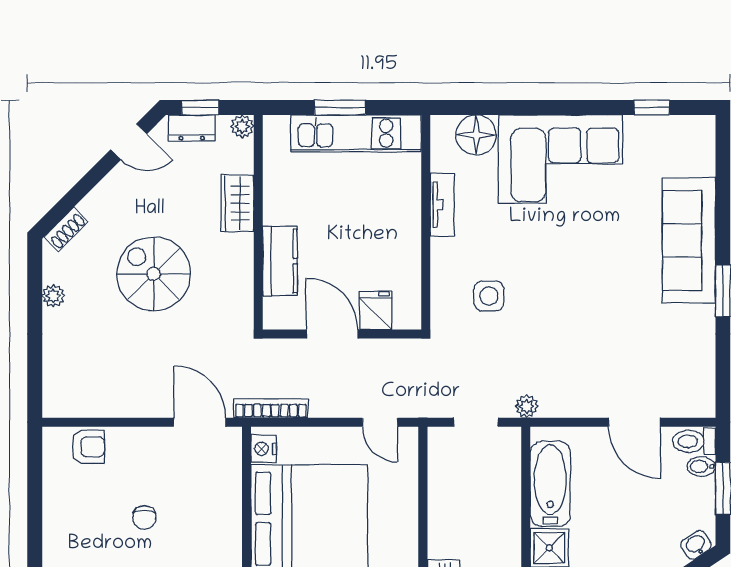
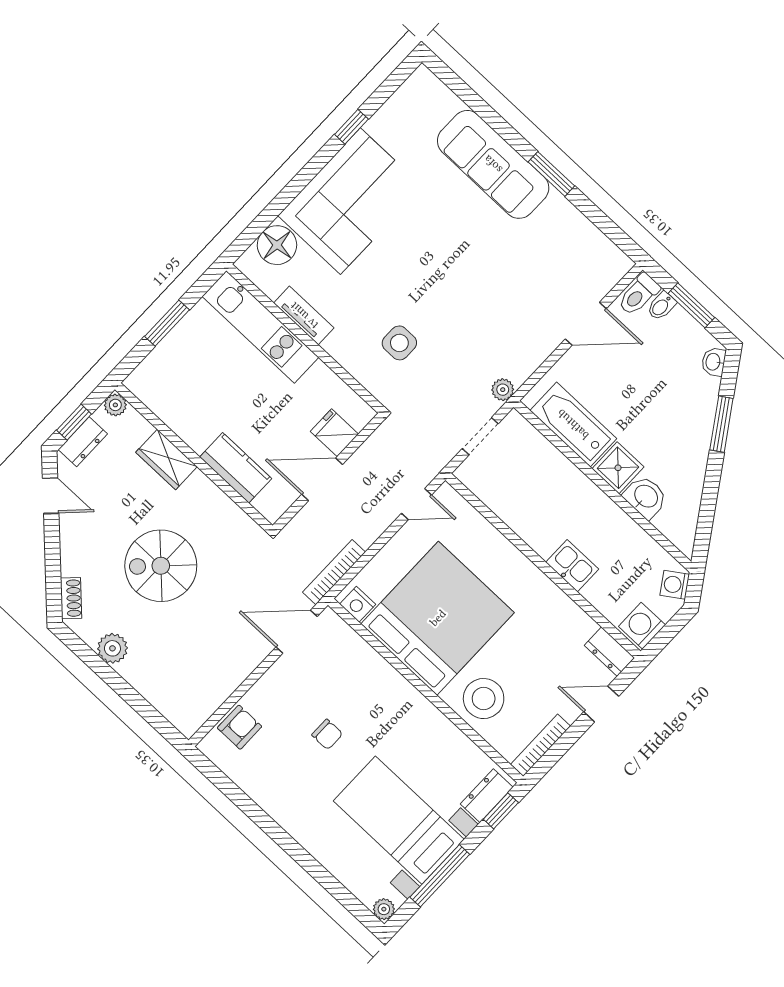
window: (652, 108) -> (351, 127), moved
kitchen unit: (356, 133) -> (260, 327), moved, turned 90
door: (129, 142) -> (51, 496), hinge flipped
plant: (53, 296) -> (112, 648), width x1.38, depth x1.38

